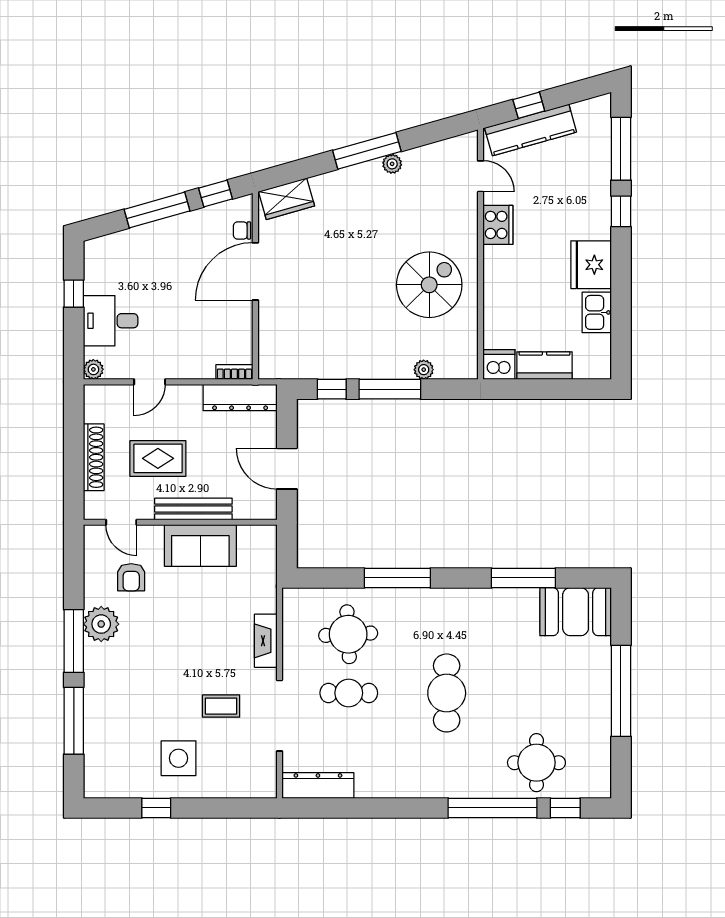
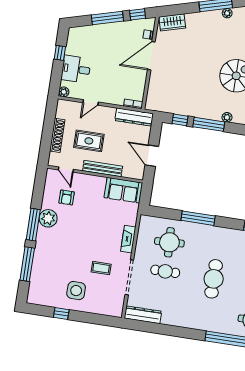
sofa: (200, 545) -> (123, 190), moved

